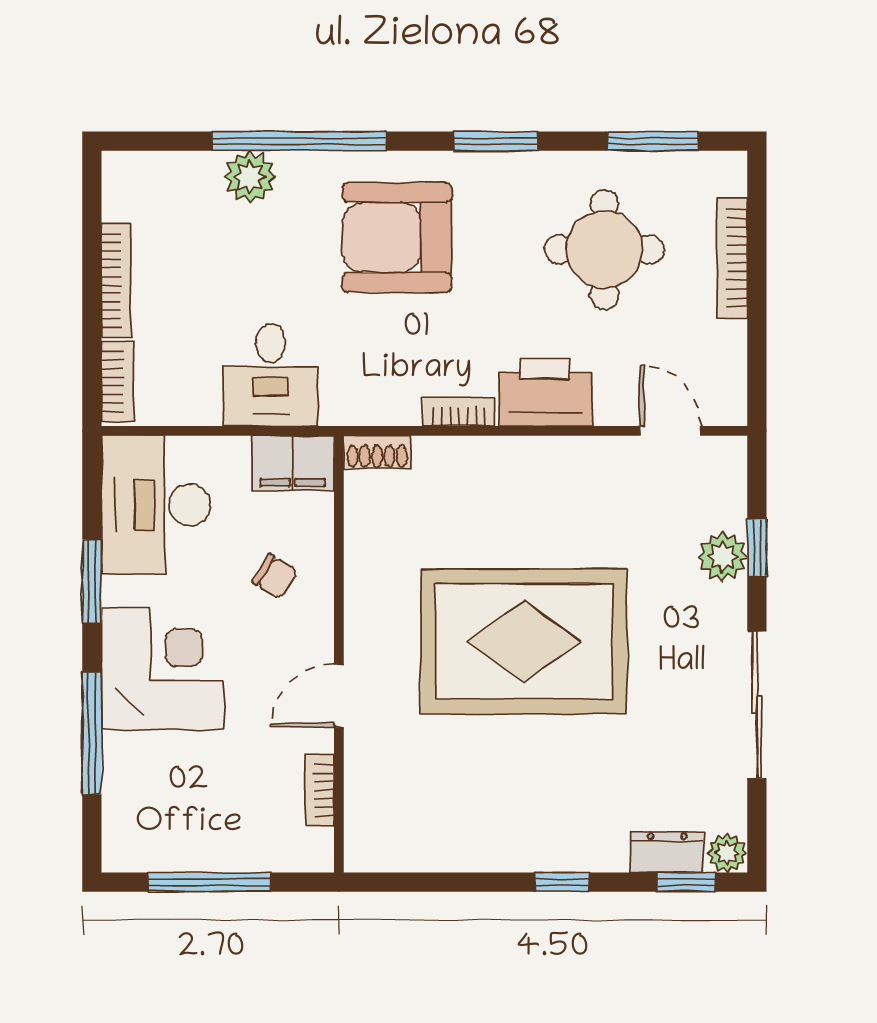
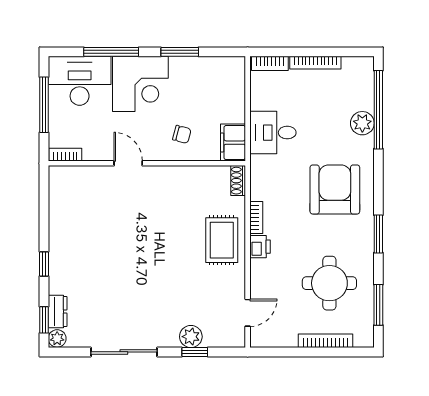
window: (299, 141) -> (378, 110), moved
printer: (545, 392) -> (260, 247), width x0.53, depth x0.68
desk: (156, 505) -> (80, 81), moved
chair: (275, 576) -> (182, 134), turned -107
rug: (524, 641) -> (222, 240), moved, width x0.54, depth x0.49
bookcase: (320, 790) -> (65, 155), moved

